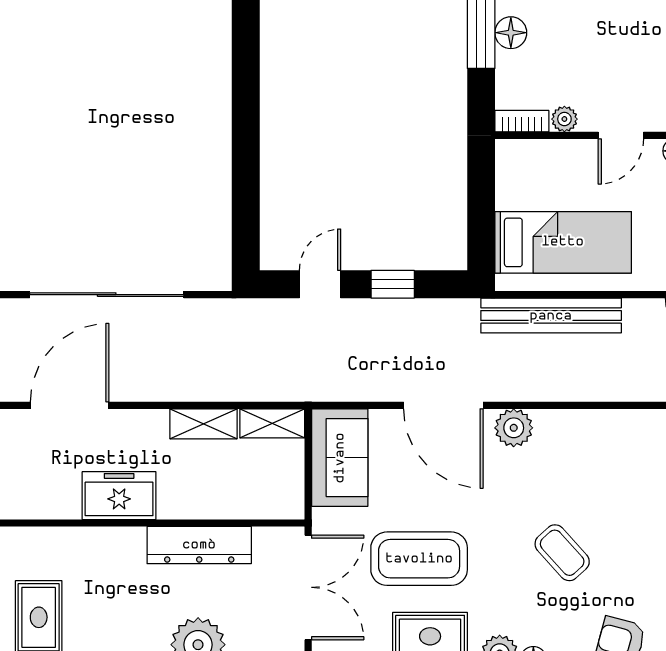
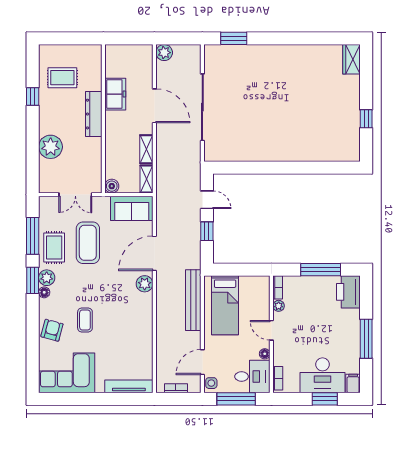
floor lamp: (511, 33) -> (316, 283), removed
door: (70, 405) -> (154, 106), moved
freezer: (119, 496) -> (115, 94), moved
boiler: (289, 503) -> (112, 186), added
dresser: (199, 545) -> (94, 114), moved
coffee table: (562, 553) -> (85, 320), moved, turned -48
double door: (308, 587) -> (75, 195), width x0.73

